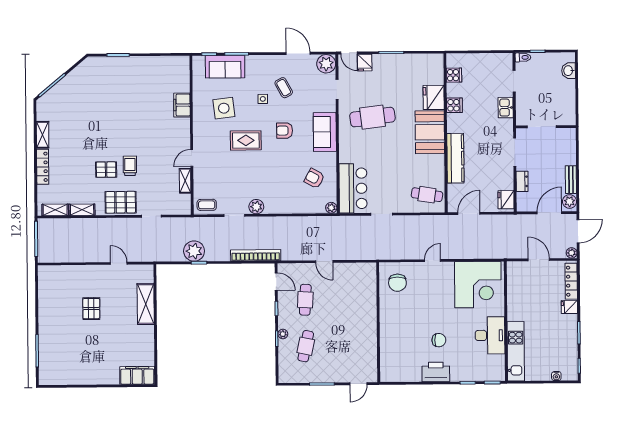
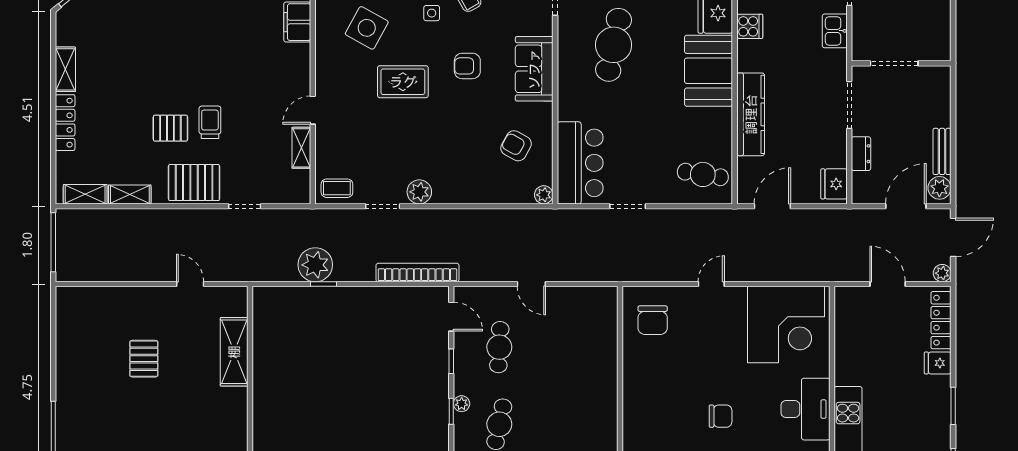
side table: (224, 108) -> (367, 28), turned 36
cafe table: (372, 117) -> (614, 45), turned -71

